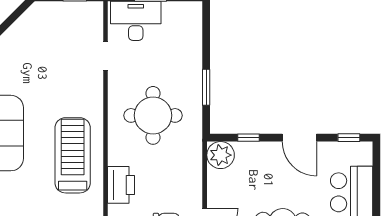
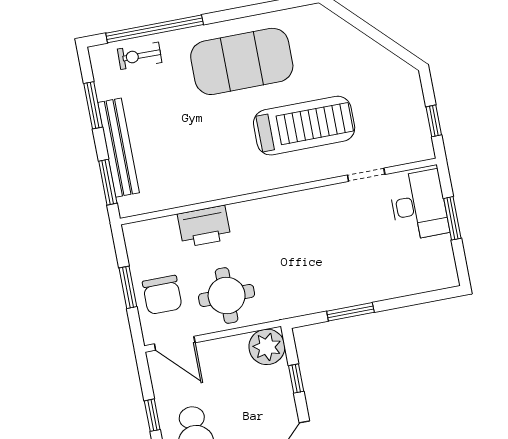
round table: (153, 115) -> (227, 295), moved, width x0.73, depth x0.73
treadmill: (73, 155) -> (304, 126), moved

